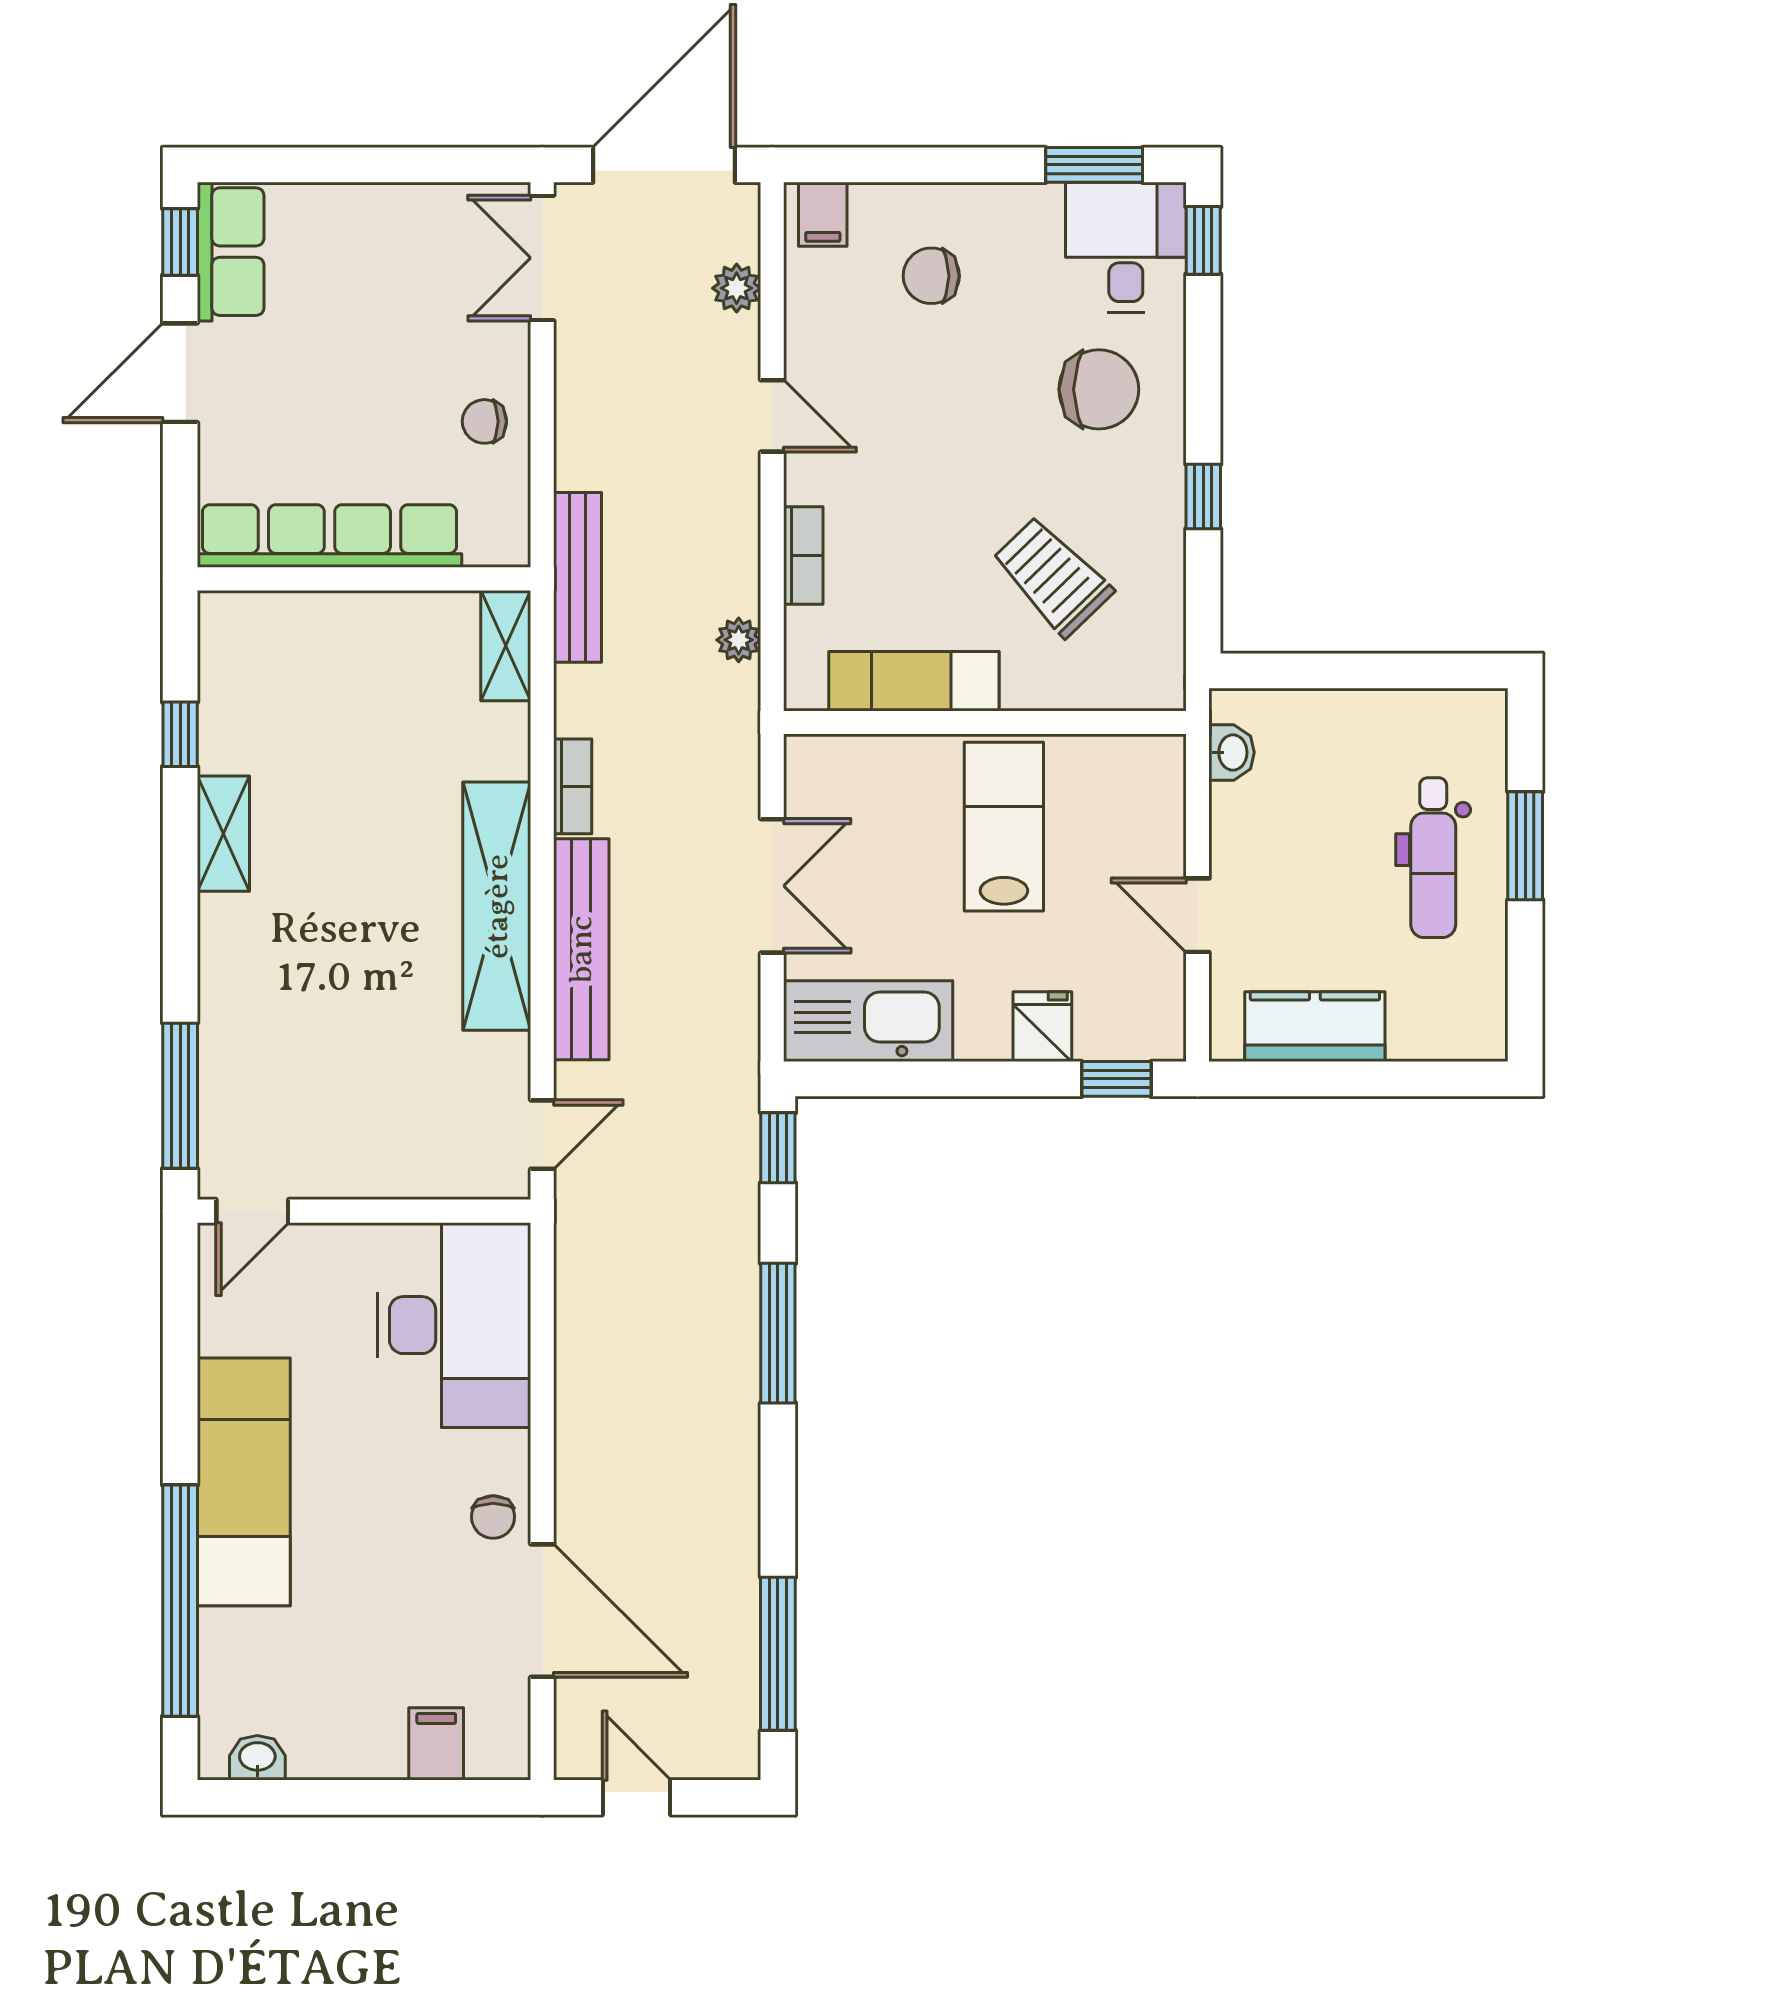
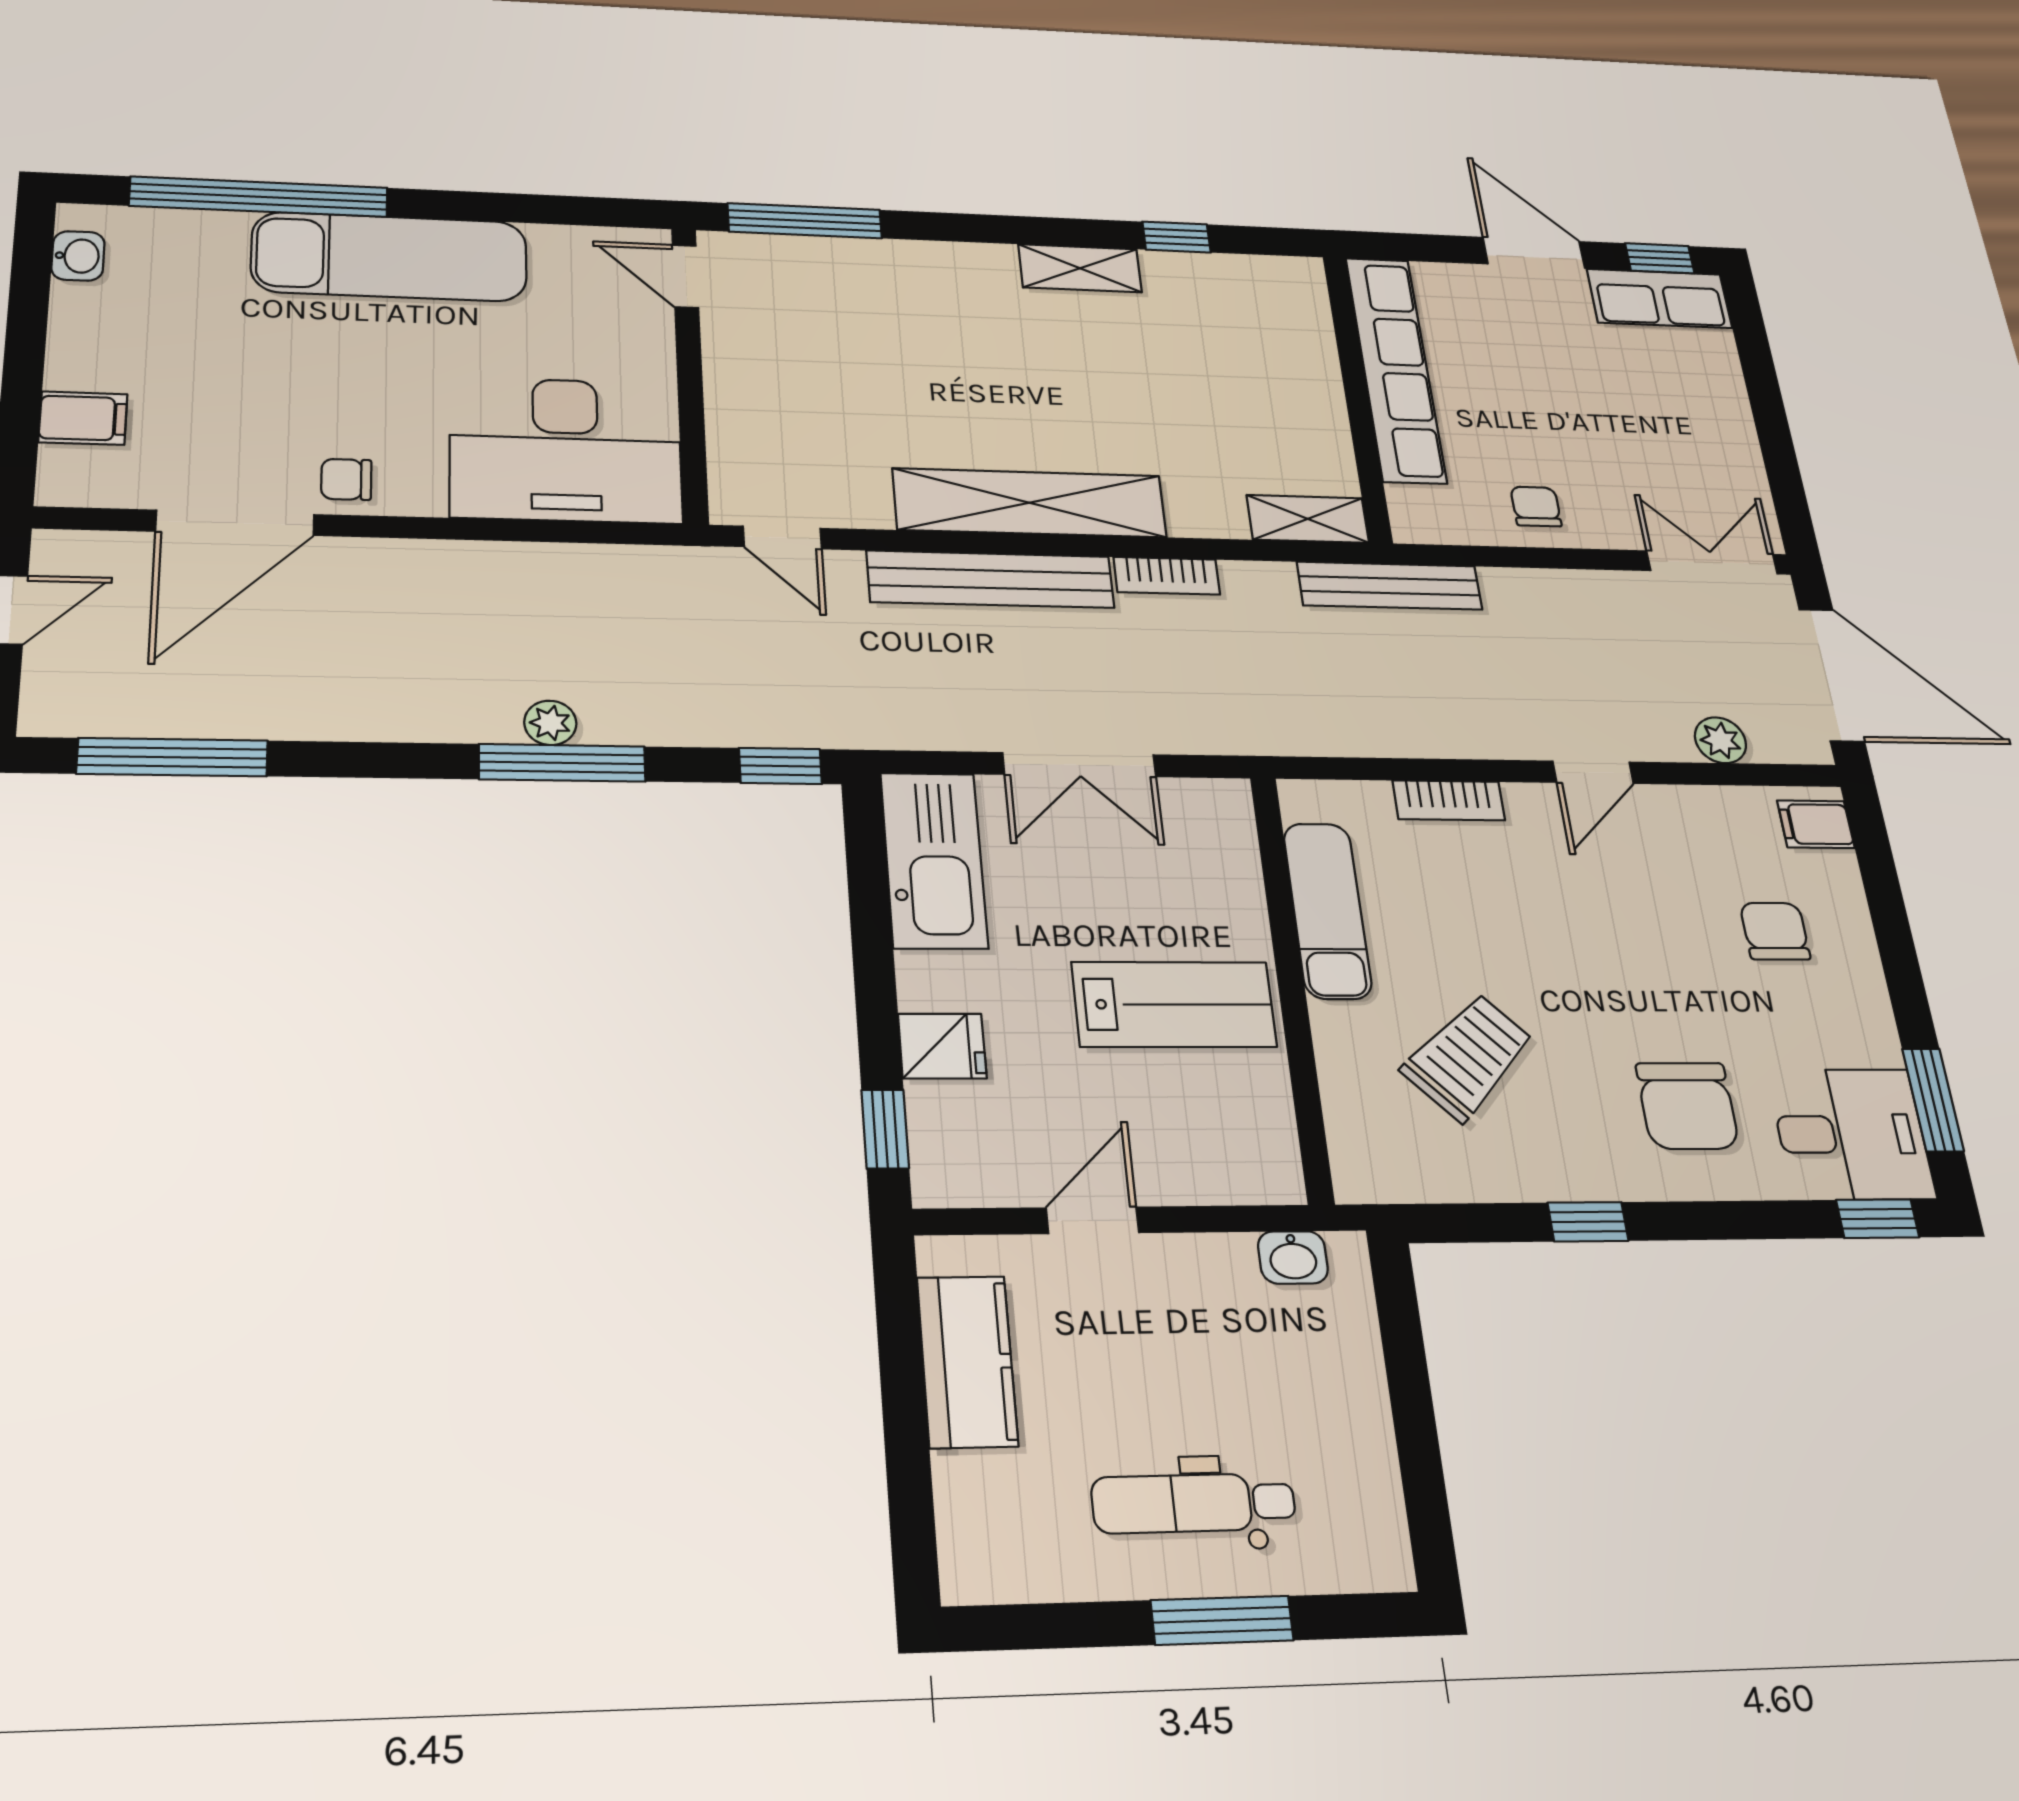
plant: (739, 640) -> (550, 723), moved

